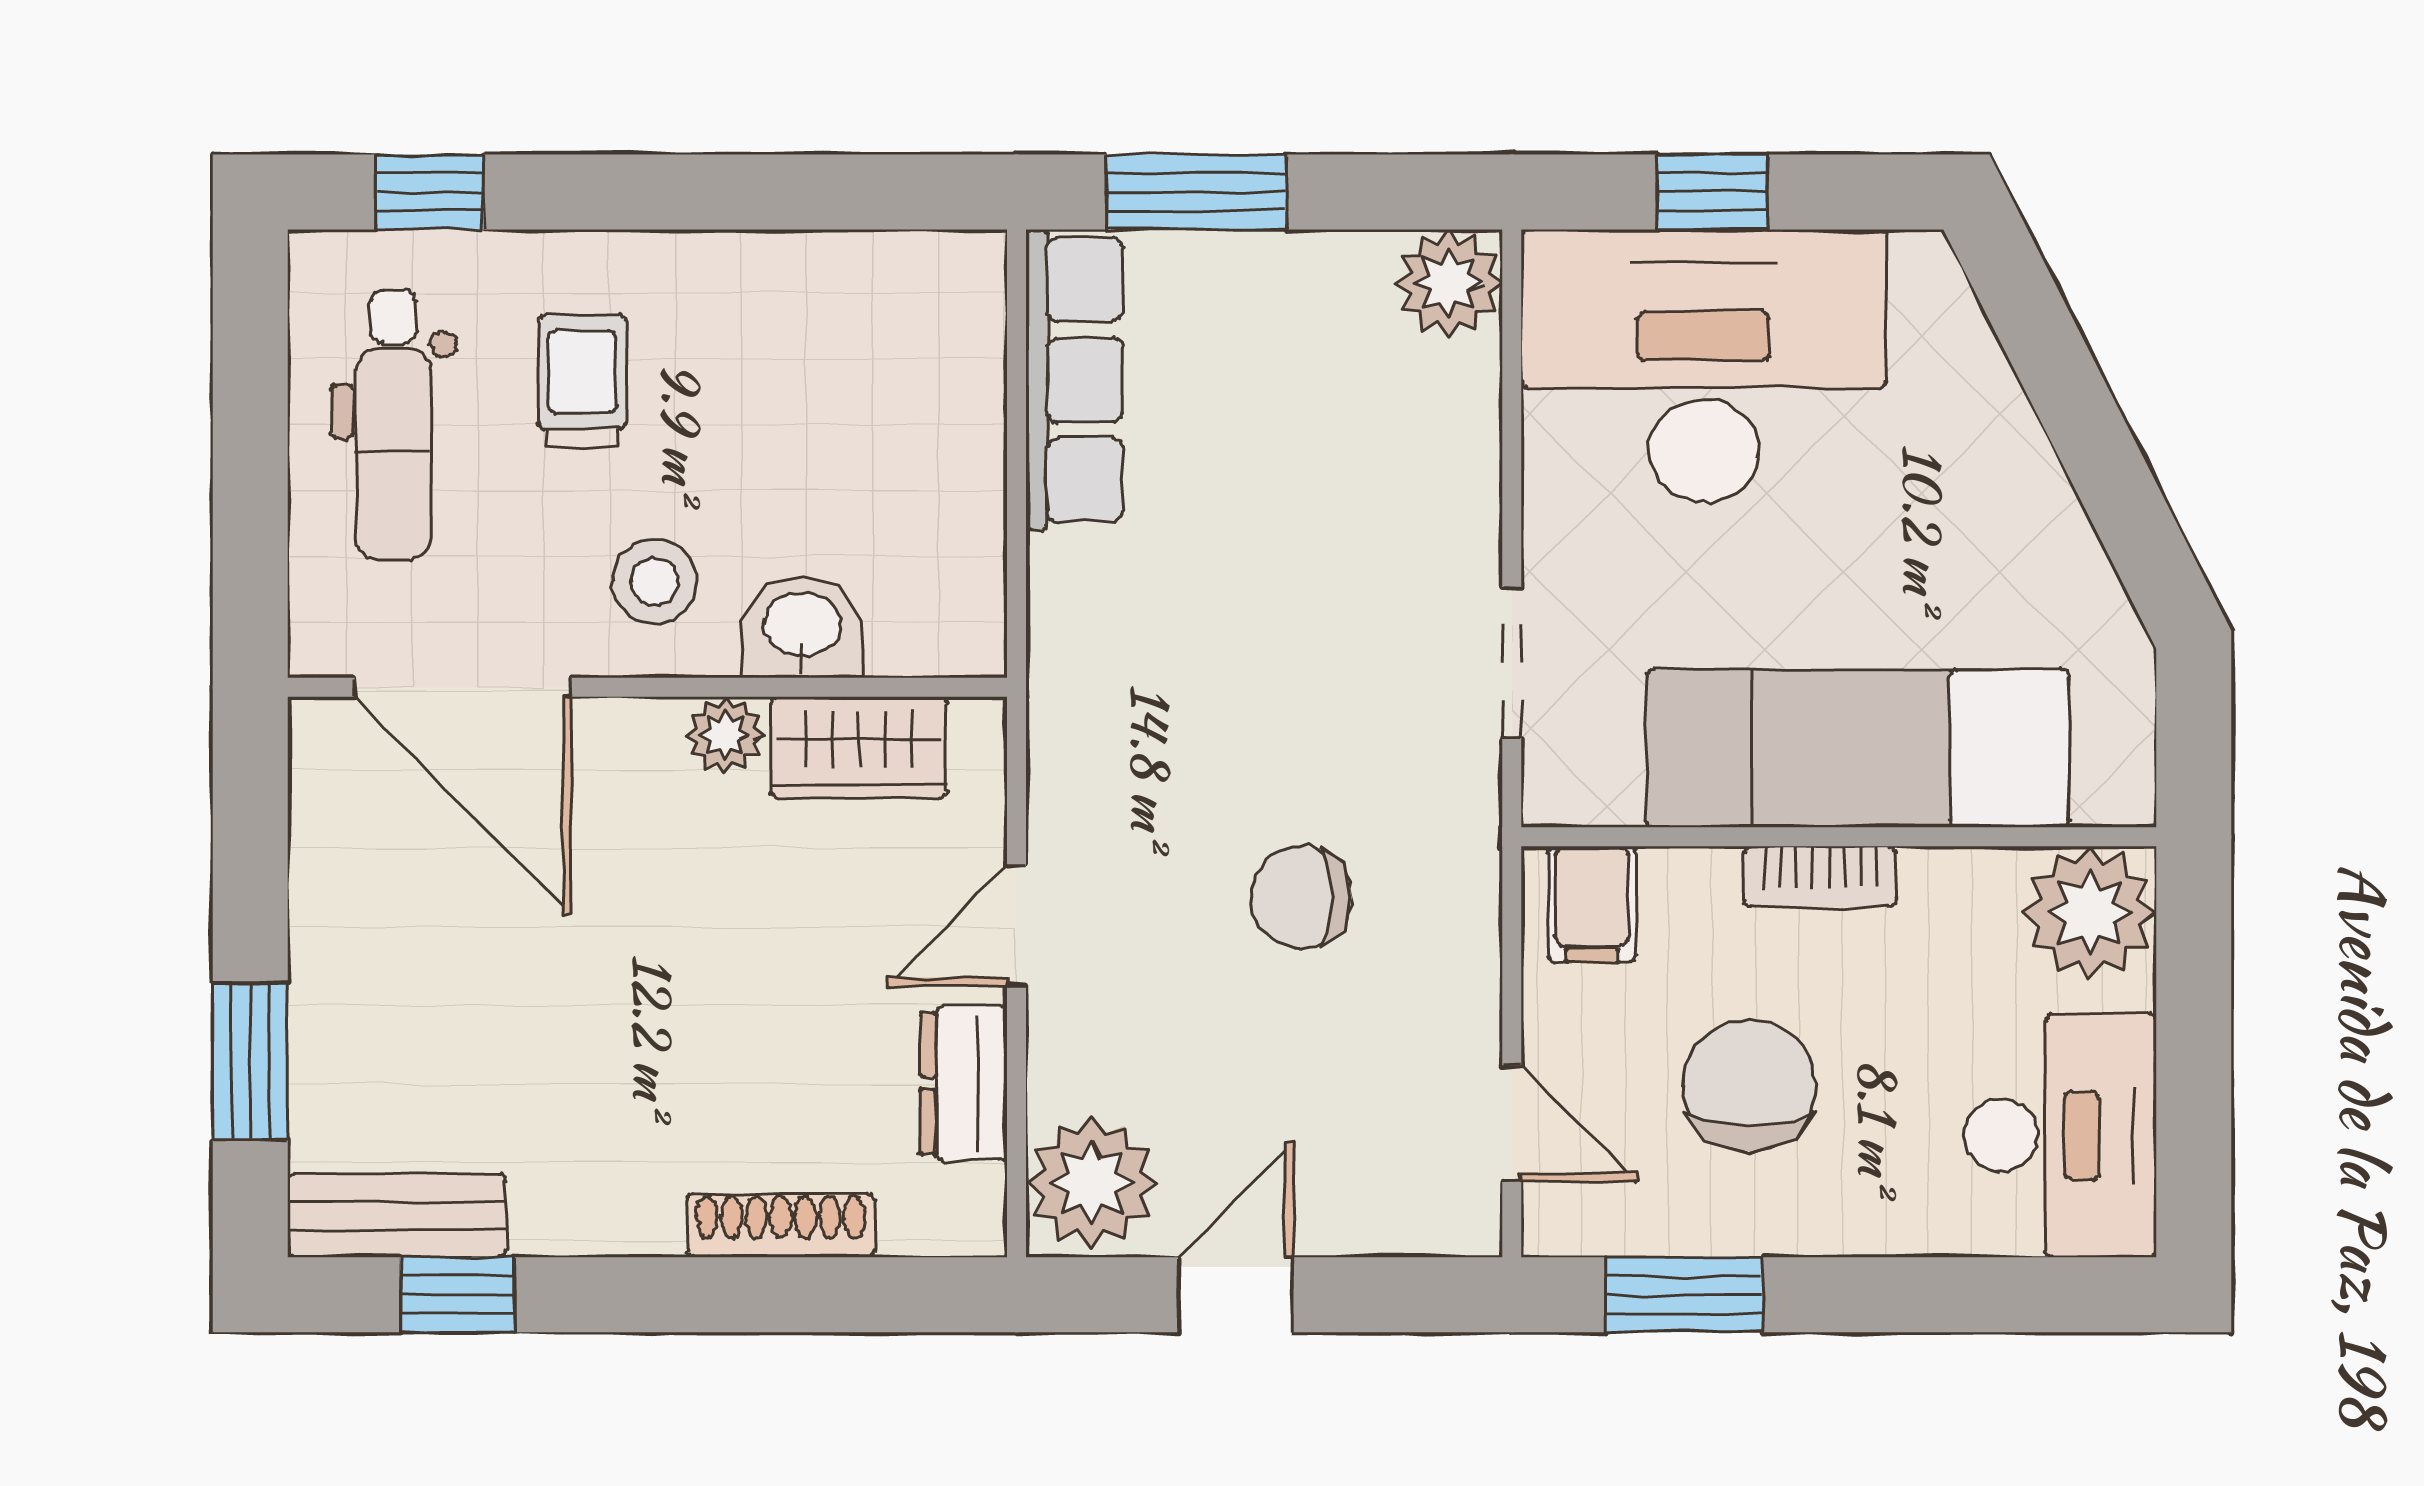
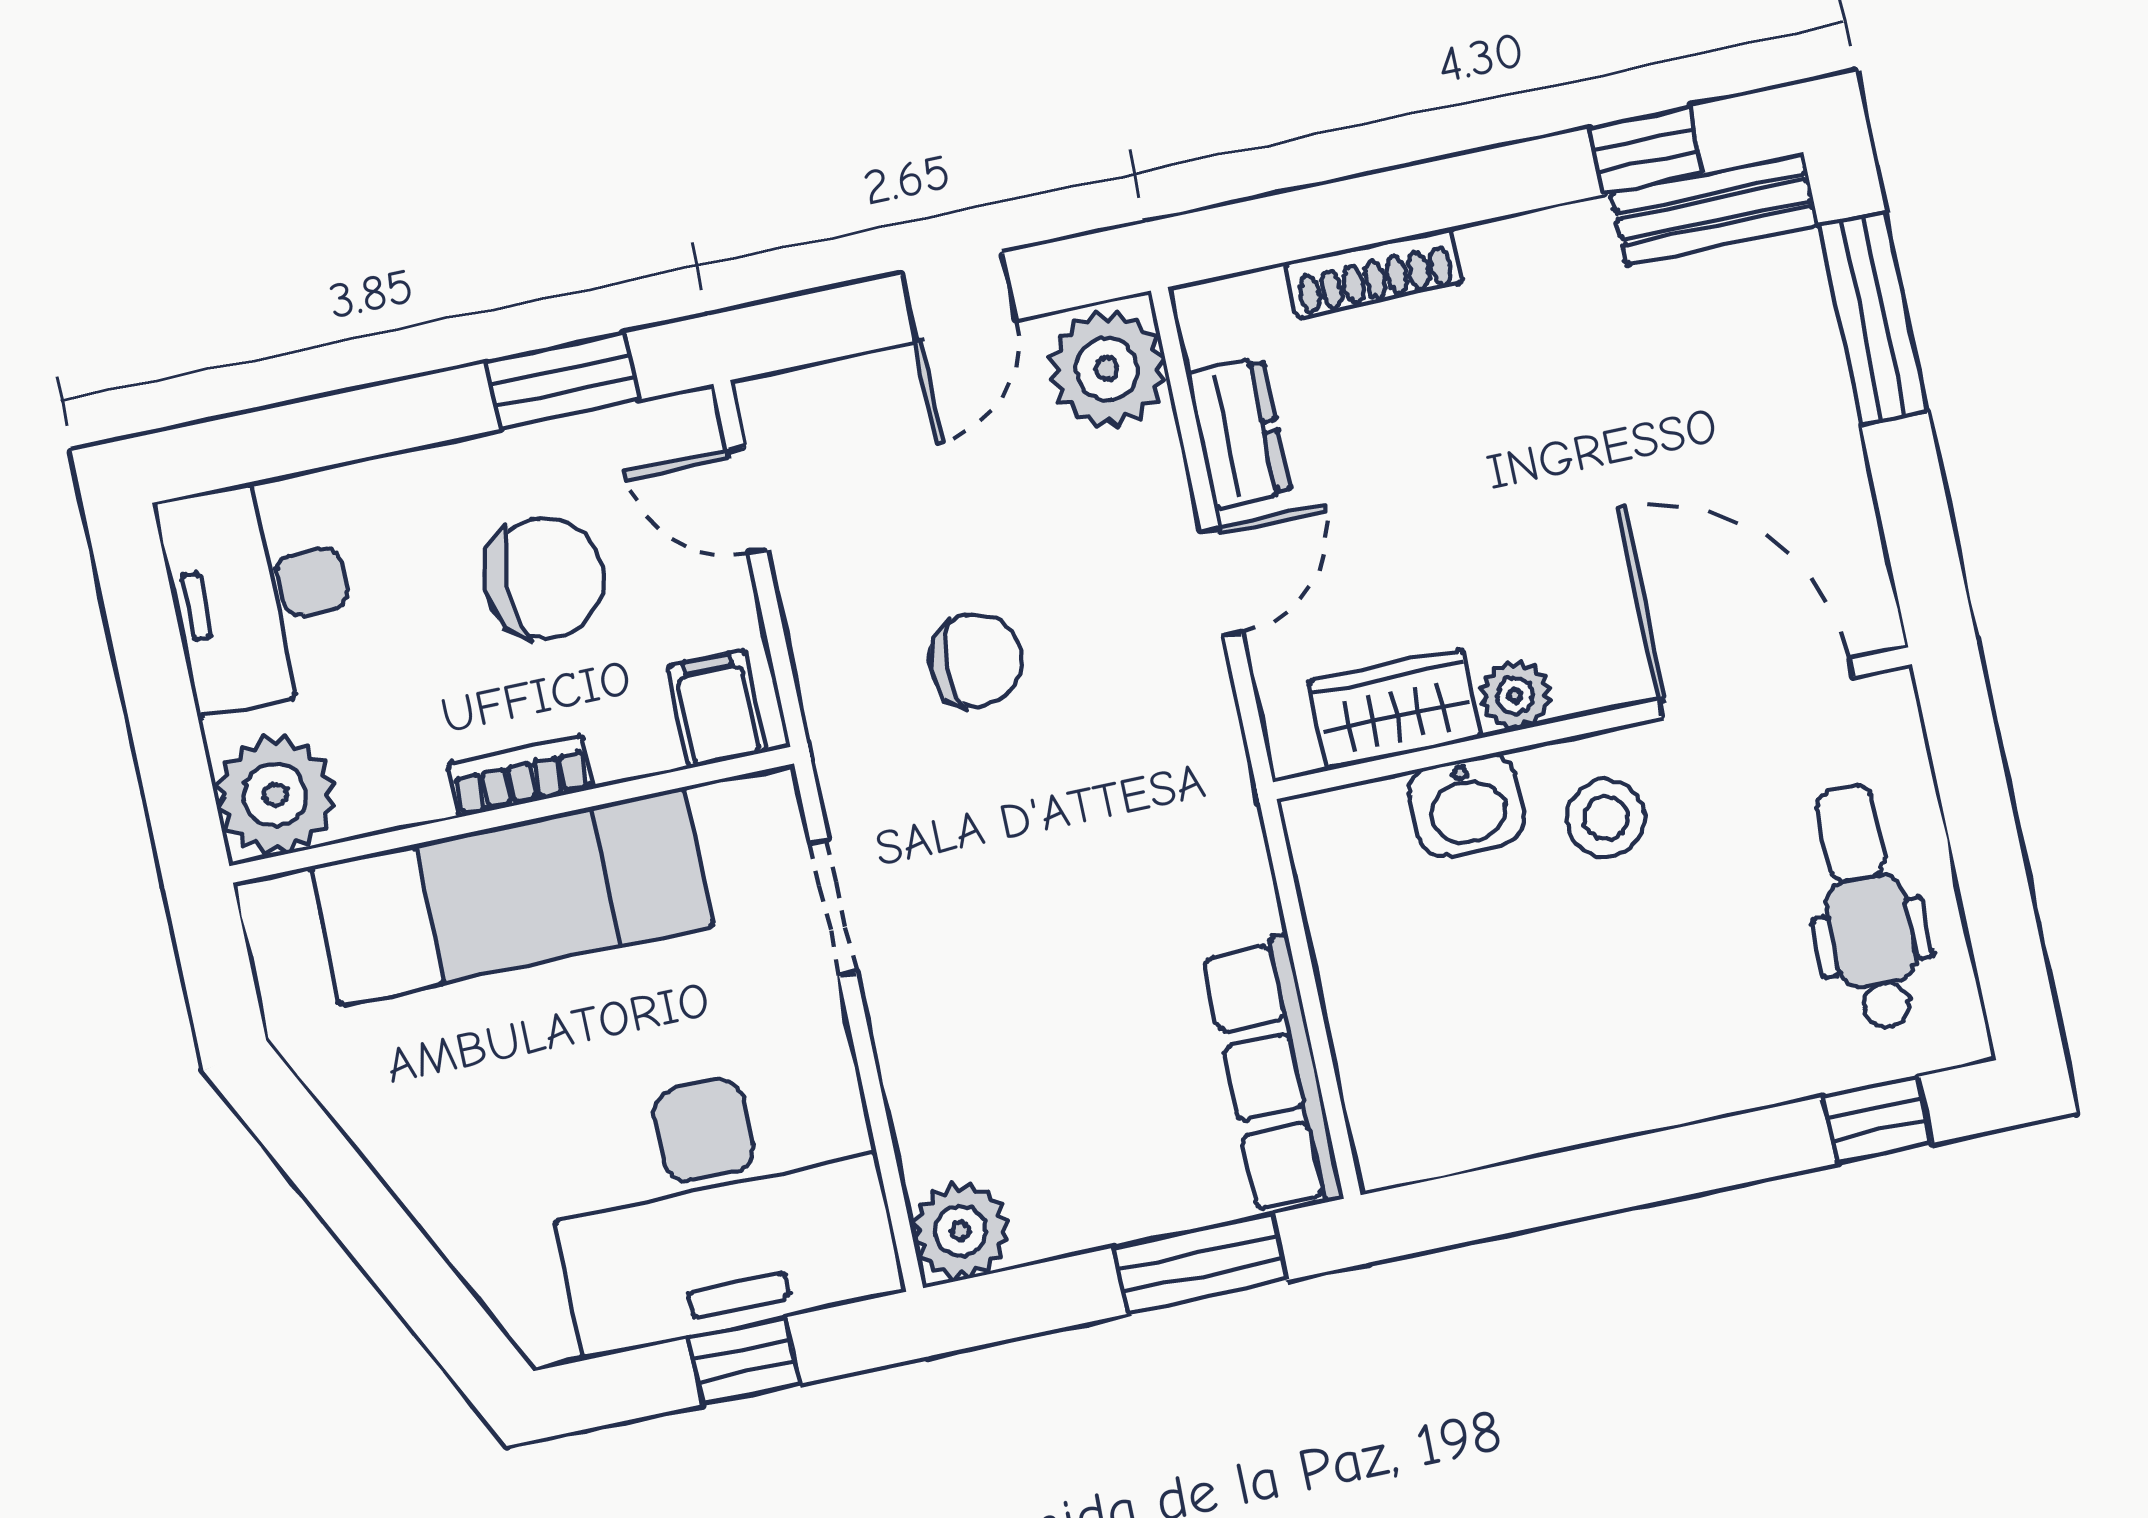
trolley: (582, 381) -> (1708, 981), removed
window: (250, 1061) -> (1873, 318), width x1.44
chair: (1749, 1085) -> (544, 578), turned -90

